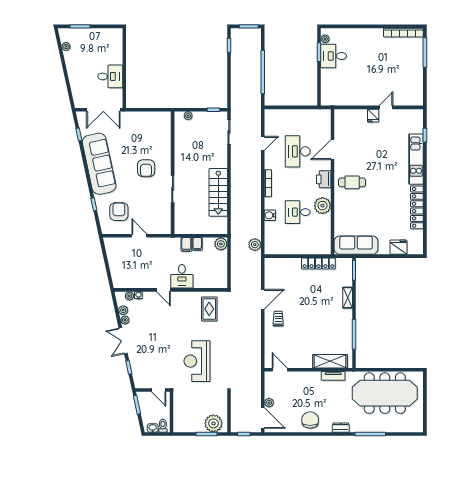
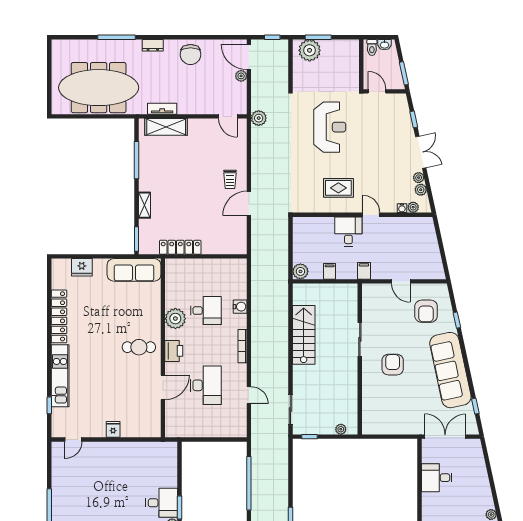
door: (386, 107) -> (73, 439), moved
door: (263, 143) -> (249, 395), swing flipped
filing cabinet: (186, 244) -> (364, 271), moved
plant: (255, 245) -> (259, 118), moved
rug: (209, 309) -> (338, 188), moved, turned 90

